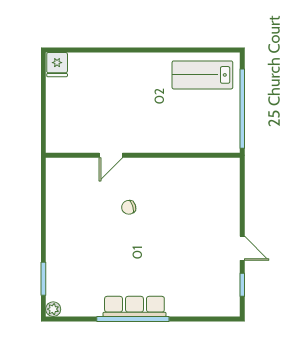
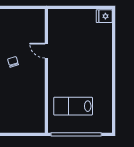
lab bench: (202, 75) -> (73, 106), moved, turned -90

